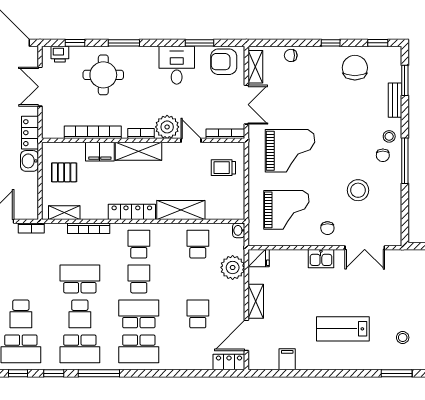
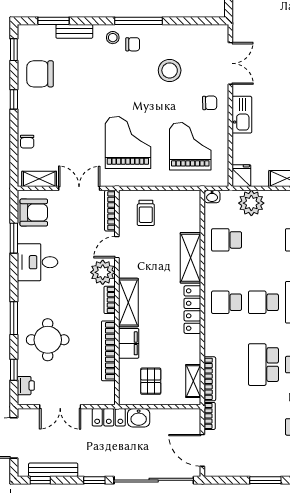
armchair: (224, 62) -> (34, 212), turned -90
bookcase: (89, 228) -> (210, 379), moved
kitchen sink: (321, 259) -> (242, 115), width x1.38

